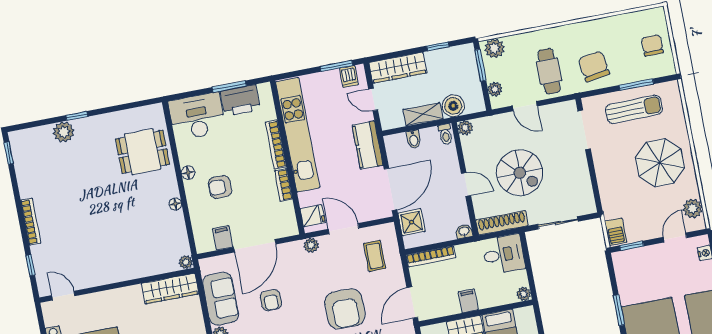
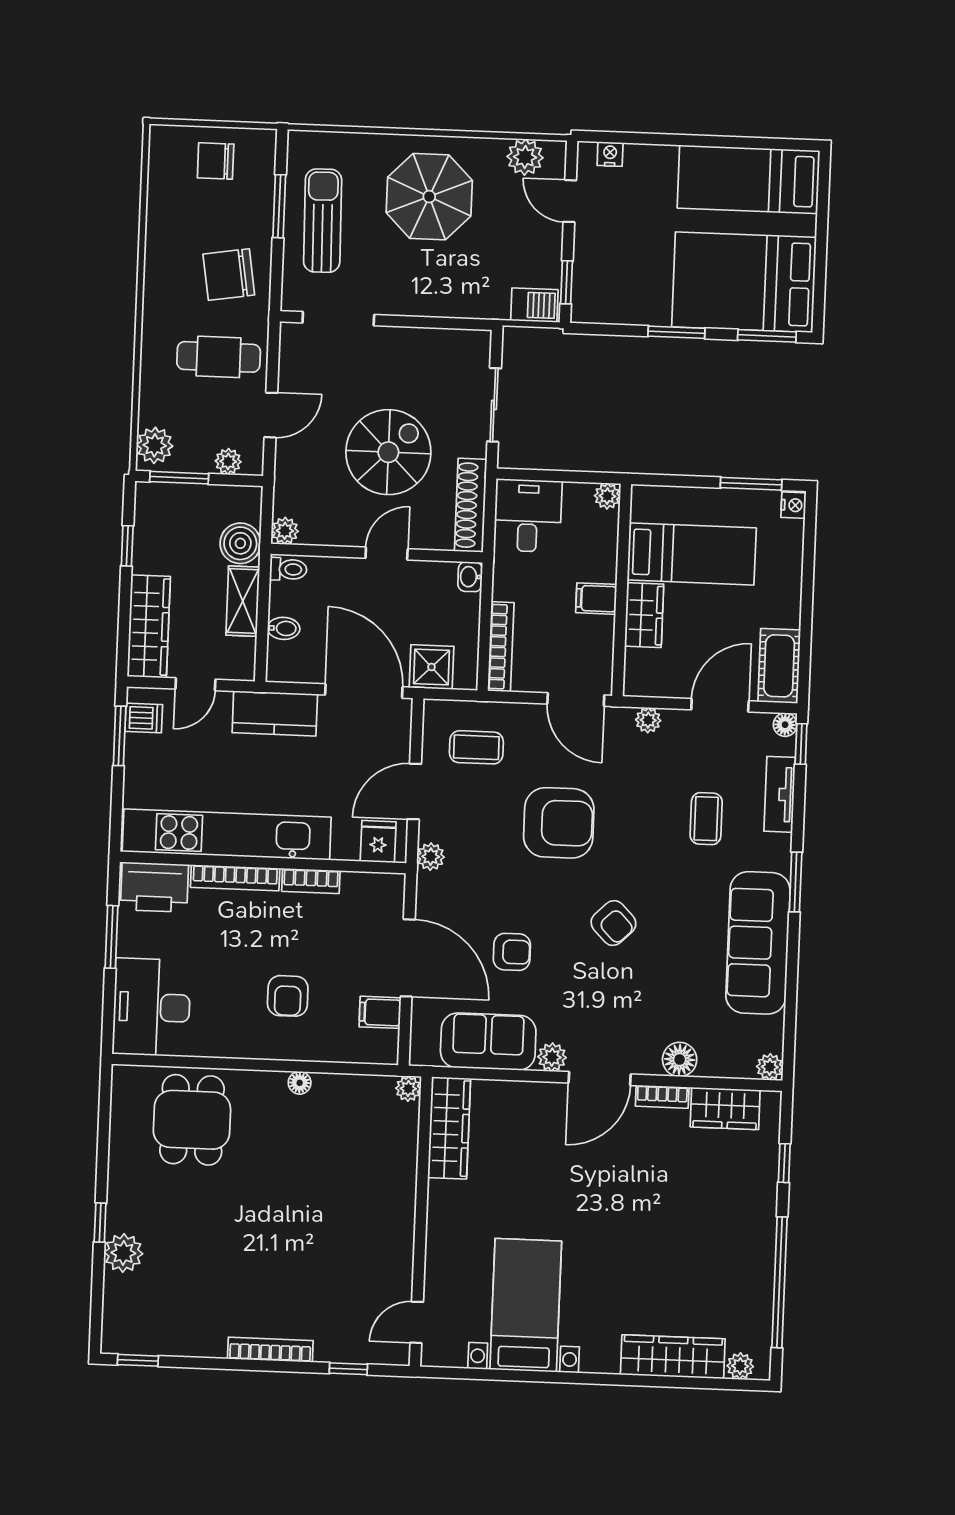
printer: (240, 100) -> (154, 887), moved, turned 90
floor lamp: (188, 173) -> (249, 1047), removed

